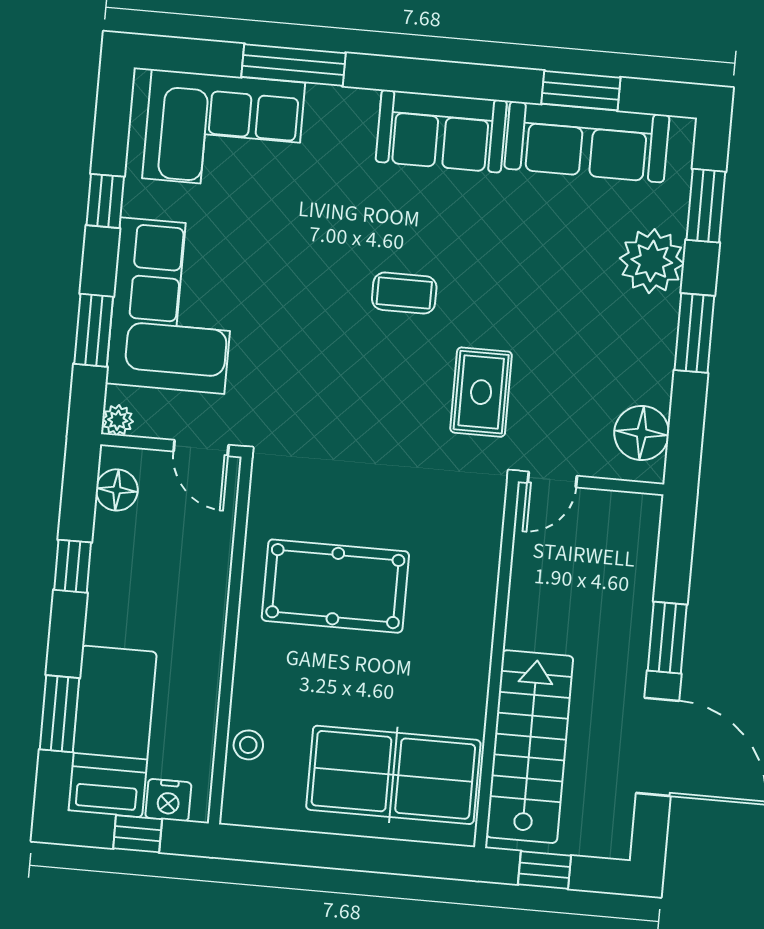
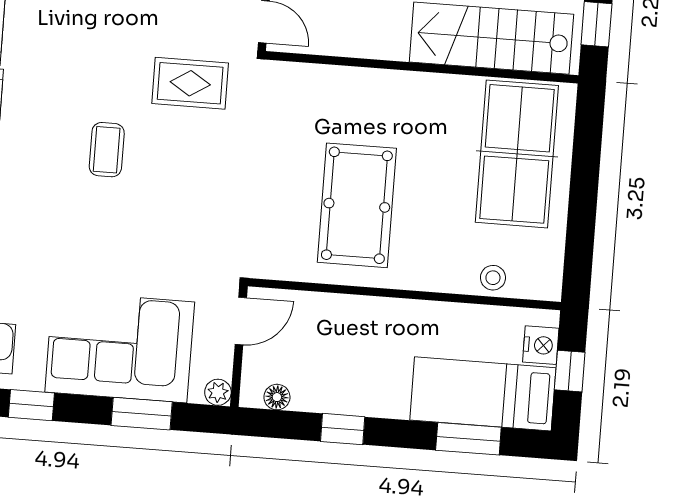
floor lamp: (117, 490) -> (277, 397), width x0.73, depth x0.73

